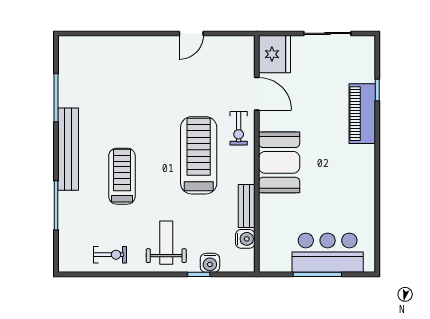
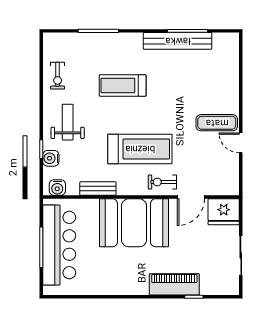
exercise mat: (167, 62) -> (217, 123), added
bench: (68, 149) -> (178, 41), moved
booth: (279, 162) -> (134, 223), width x1.36, depth x1.42
treadmill: (122, 176) -> (123, 85), turned 180
water cooler: (245, 239) -> (57, 188), moved
weight bench: (166, 243) -> (68, 122), turned -90
bar counter: (328, 253) -> (59, 245), width x1.36

